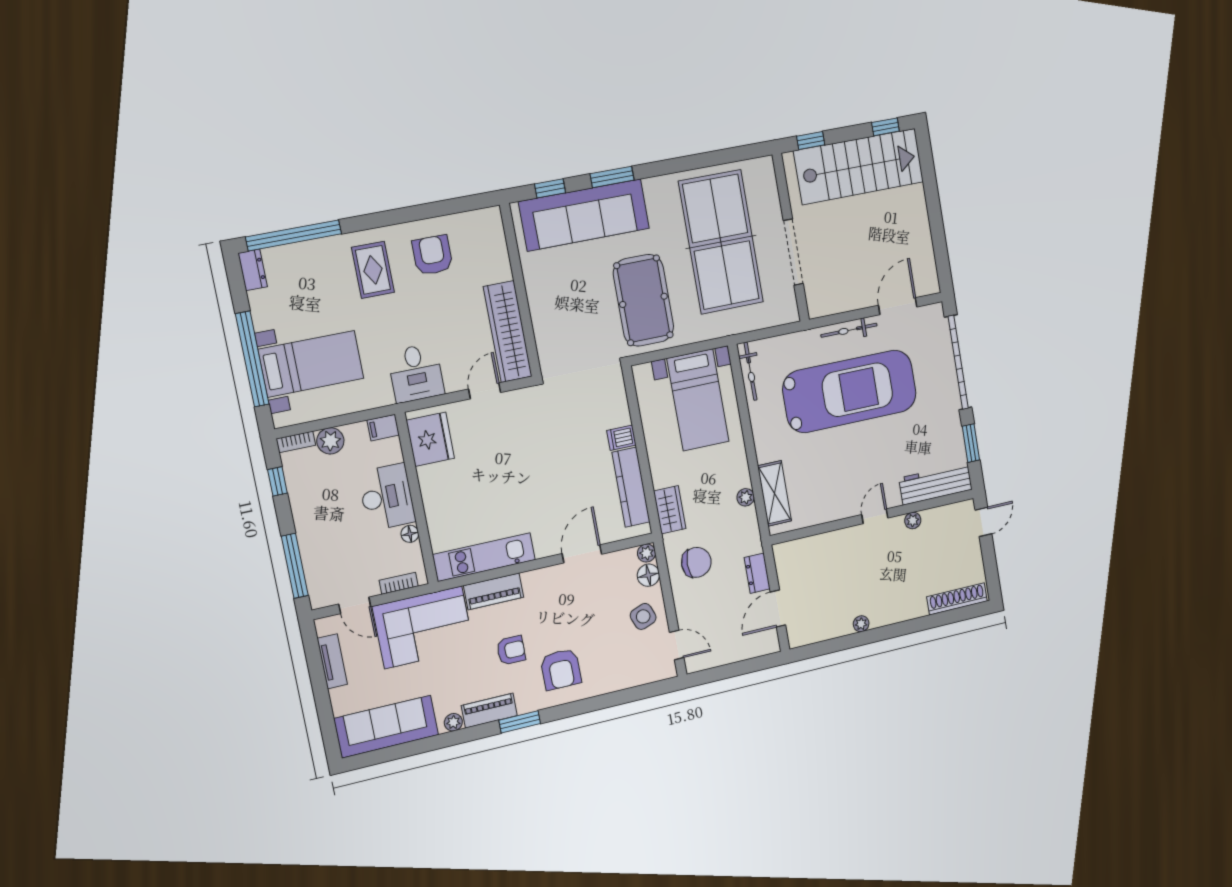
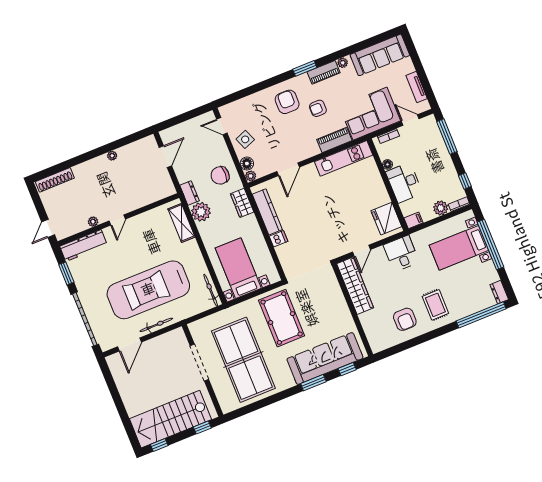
plant: (746, 497) -> (201, 212), width x1.88, depth x1.88
dresser: (757, 573) -> (190, 193), moved

